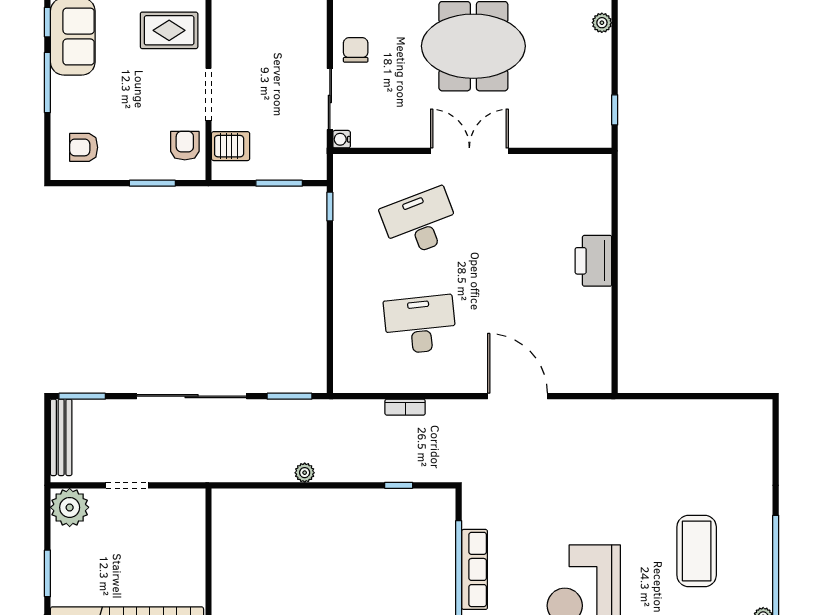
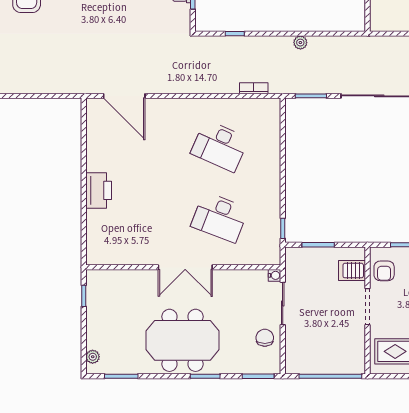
chair: (356, 50) -> (265, 338), turned 180
desk: (420, 222) -> (220, 217), turned 42
desk: (420, 325) -> (220, 146), turned 30
door: (517, 396) -> (124, 96), moved
bookcase: (405, 407) -> (254, 88), moved

